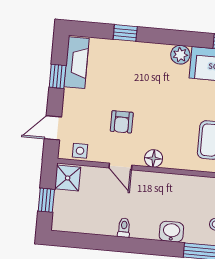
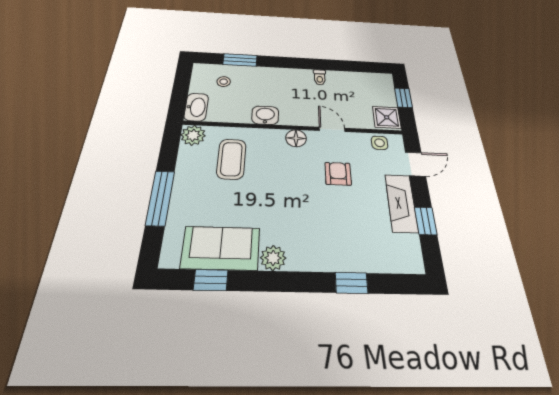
fireplace: (77, 63) -> (401, 203), moved
washbasin: (171, 232) -> (265, 115), moved, turned 180

